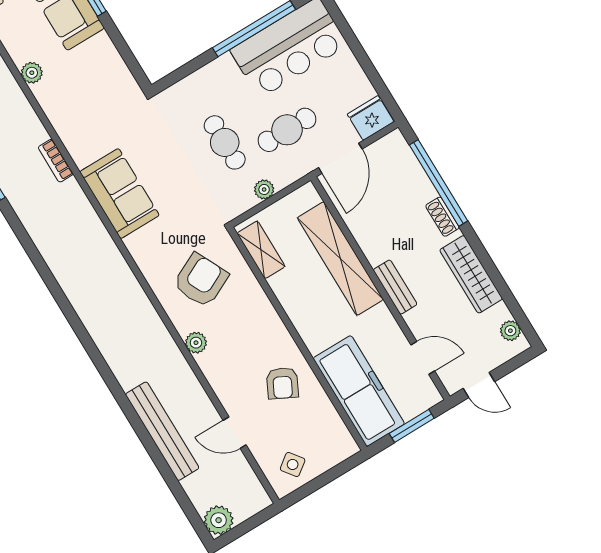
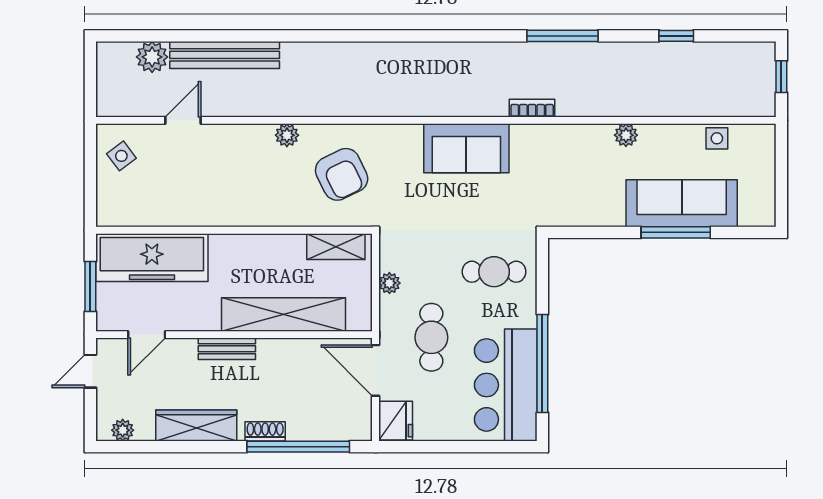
cafe table: (225, 142) -> (494, 272), moved
armchair: (282, 383) -> (202, 192), removed
plant: (219, 520) -> (152, 57), moved

